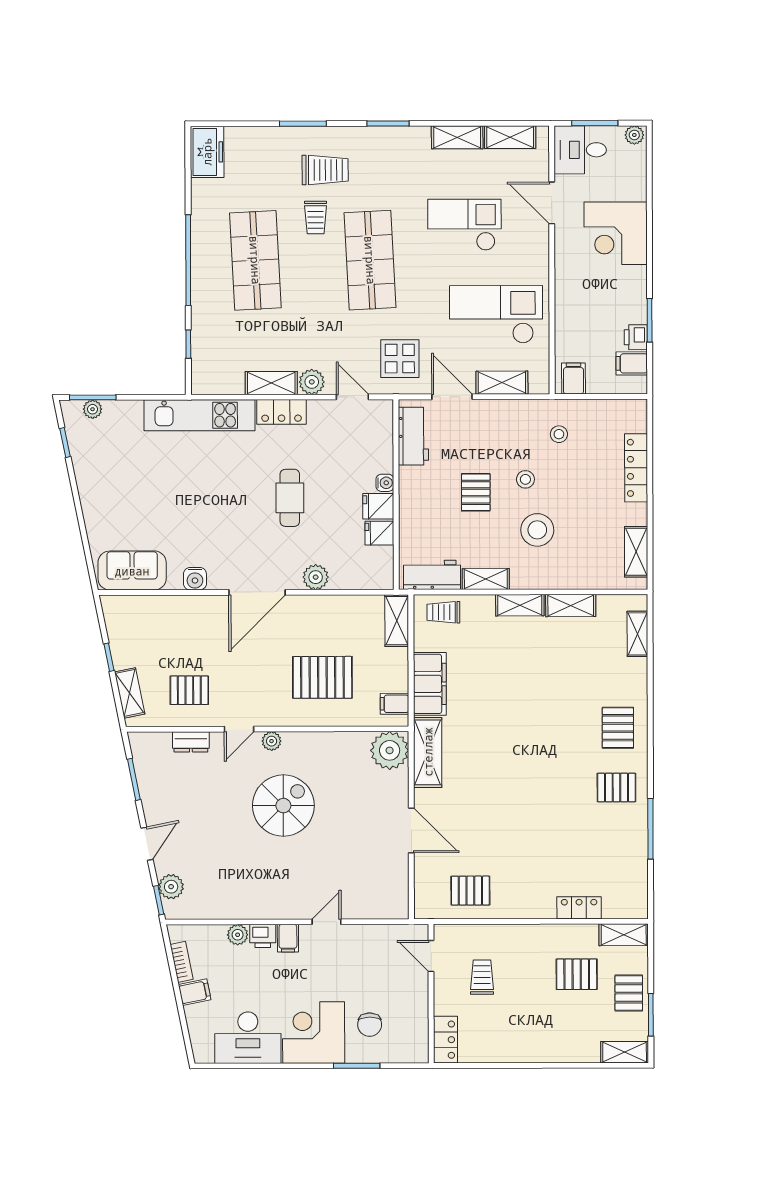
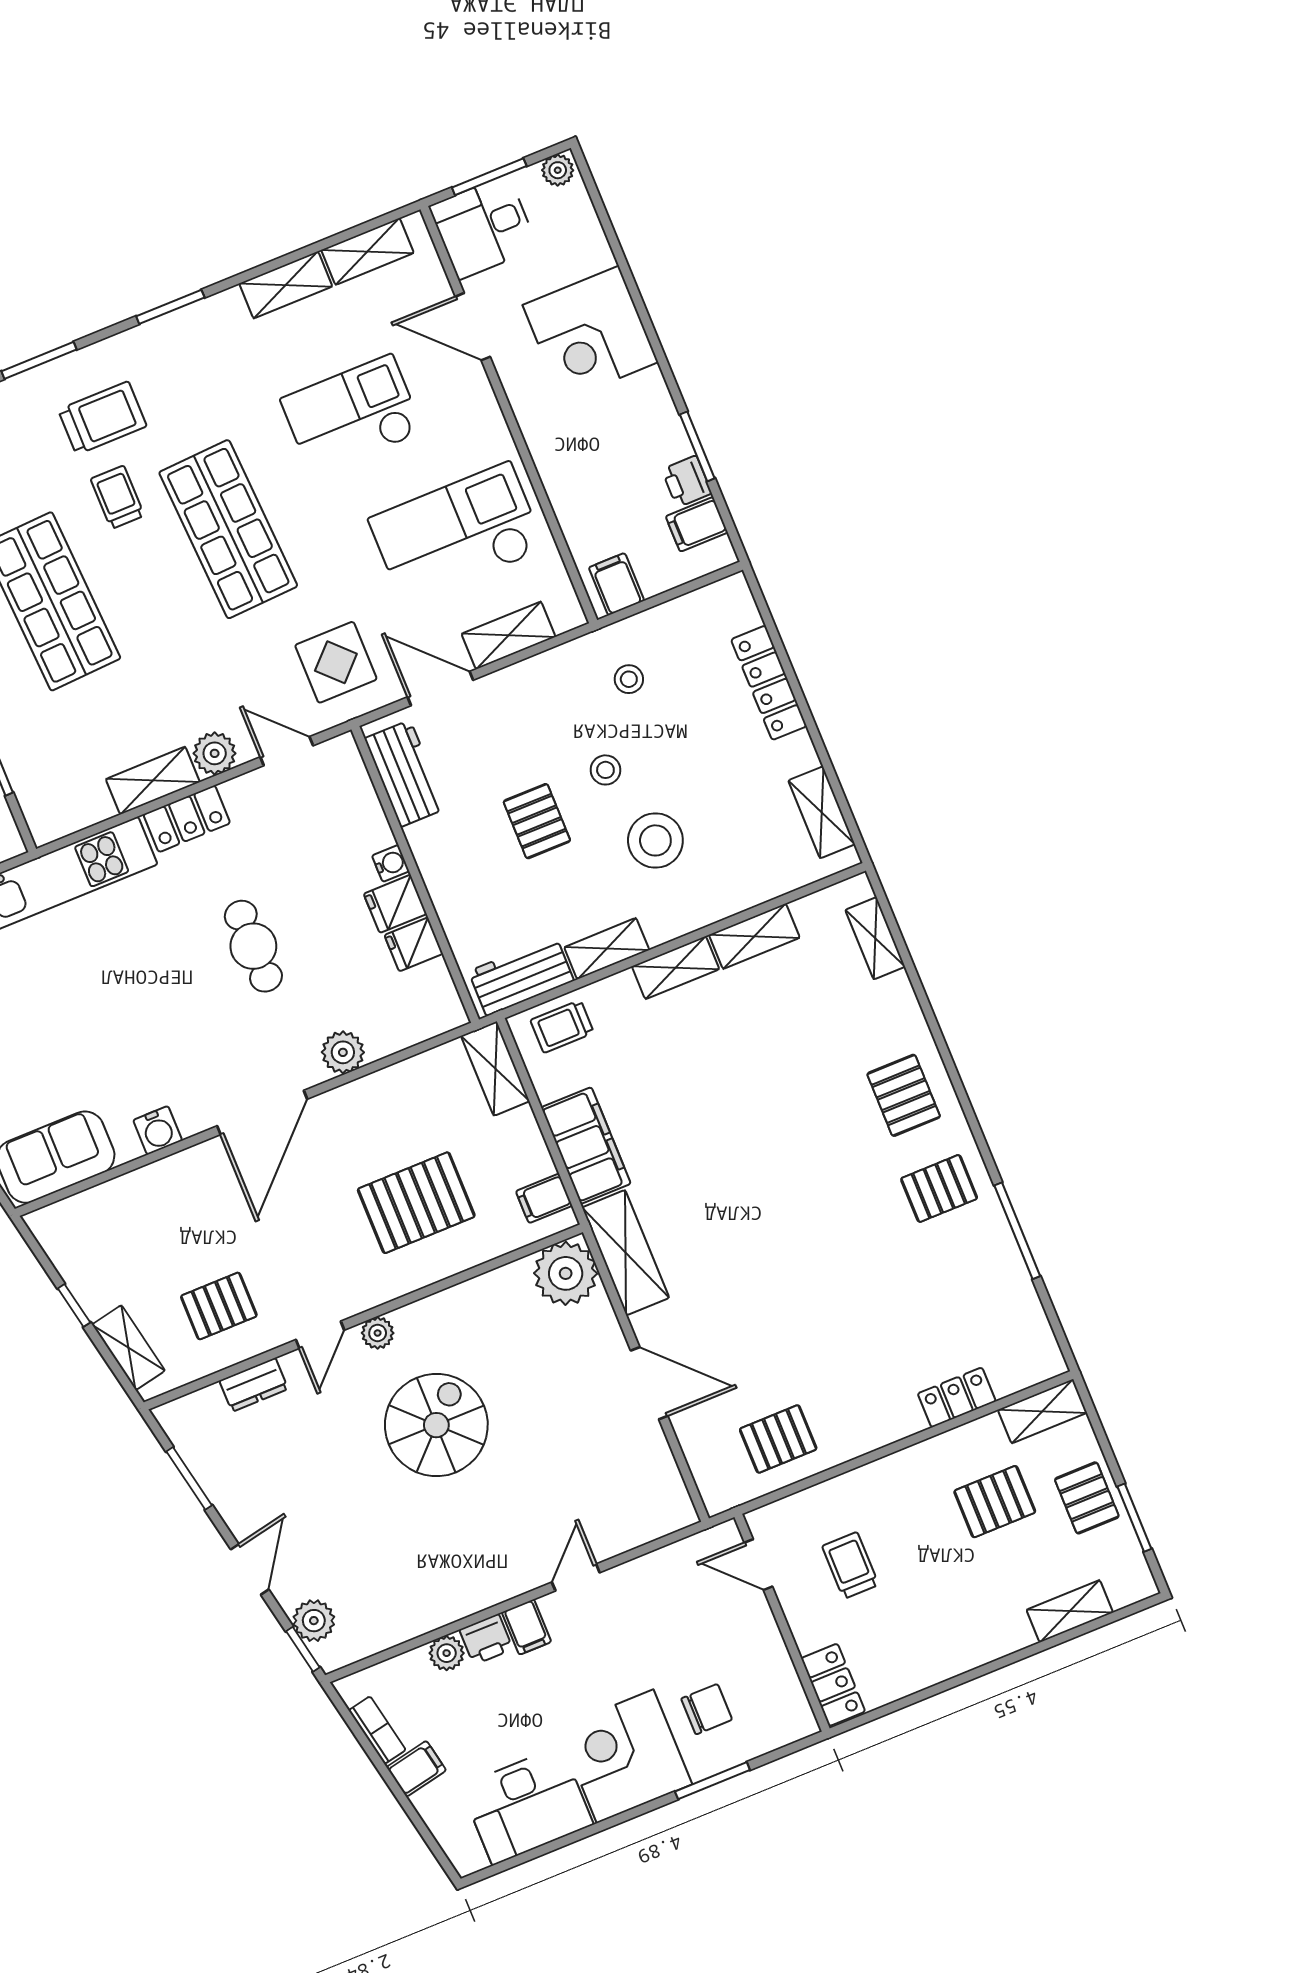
trolley: (316, 217) -> (117, 497), turned 180
chair: (370, 1025) -> (707, 1709), turned -90
shelving: (625, 1052) -> (1070, 1611), moved

